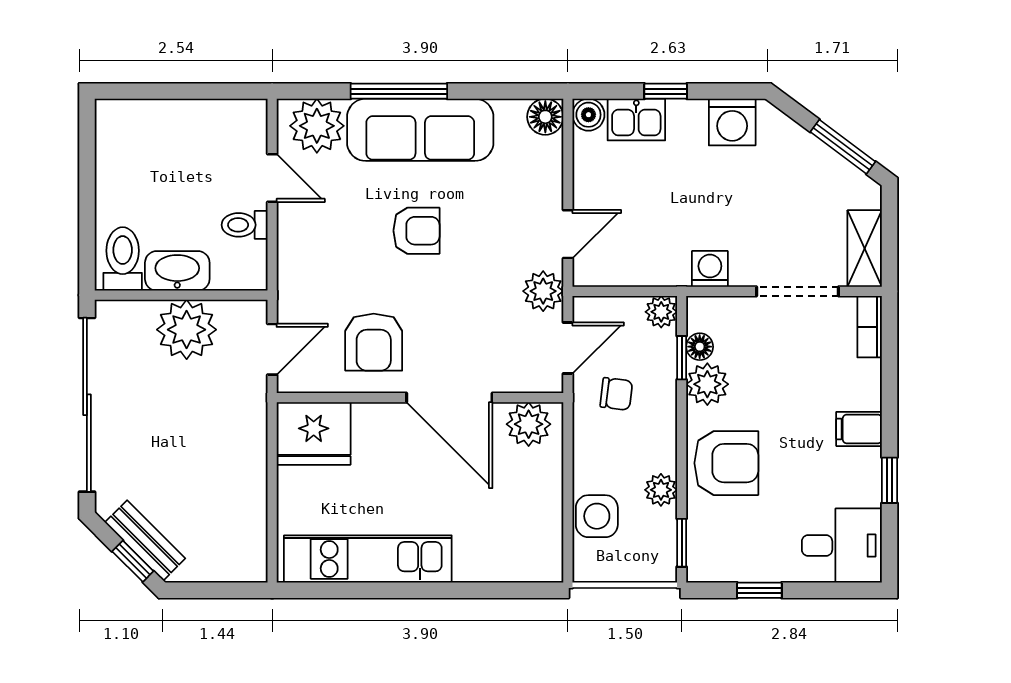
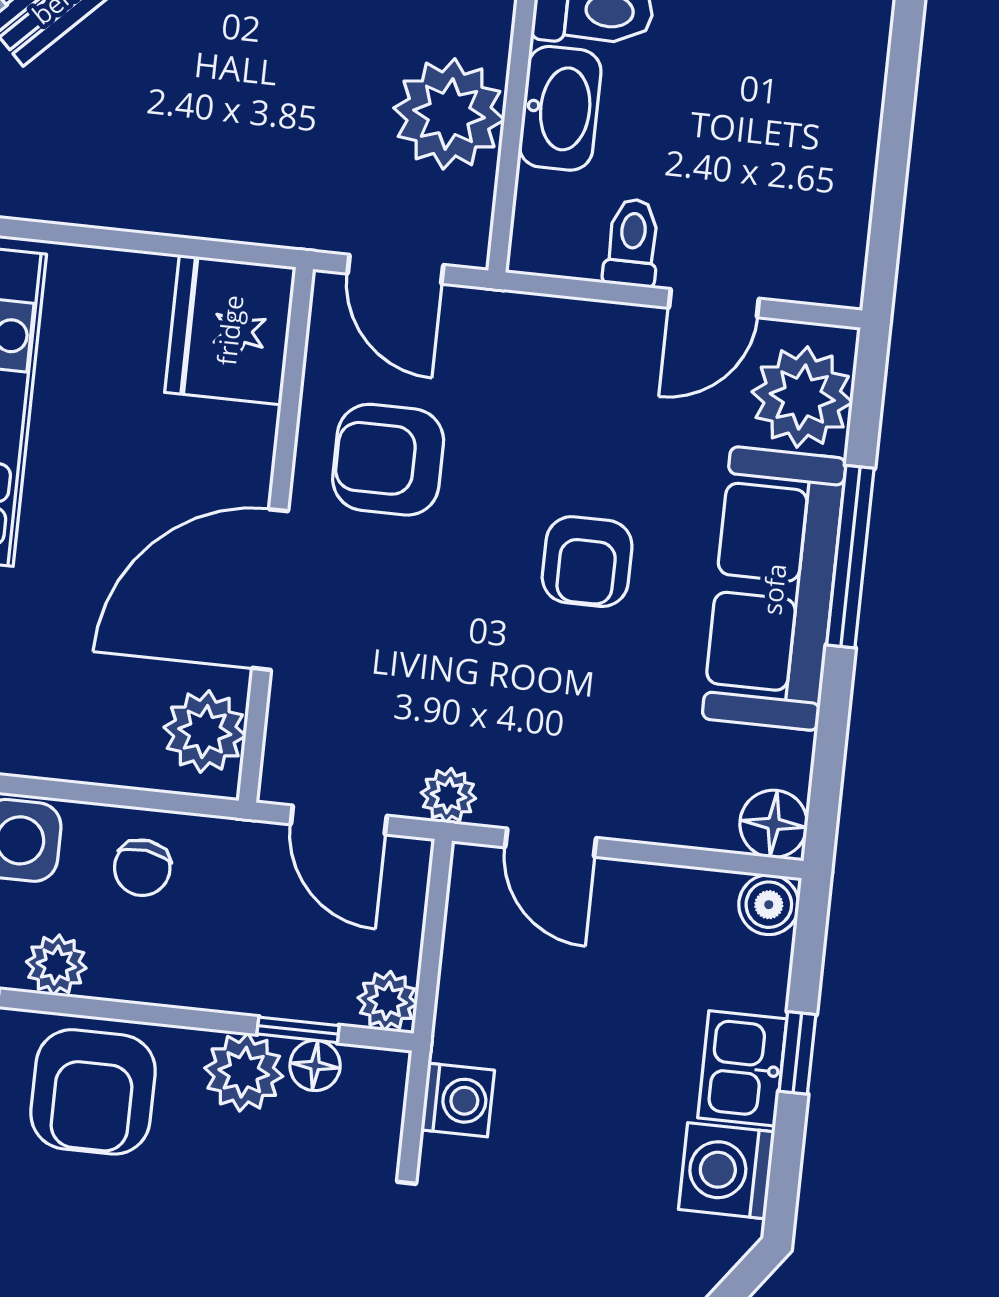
kitchen sink: (636, 120) -> (742, 1068), moved
plant: (543, 291) -> (448, 796), width x0.73, depth x0.73
chair: (616, 394) -> (142, 868), moved

